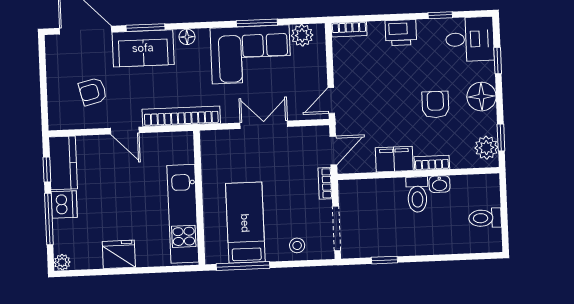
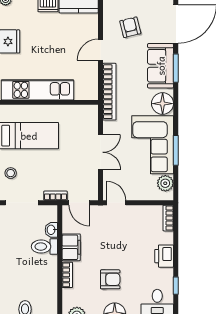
floor lamp: (187, 37) -> (163, 104), width x1.89, depth x1.89
washbasin: (440, 184) -> (51, 230), moved
toilet: (417, 195) -> (44, 247), moved

